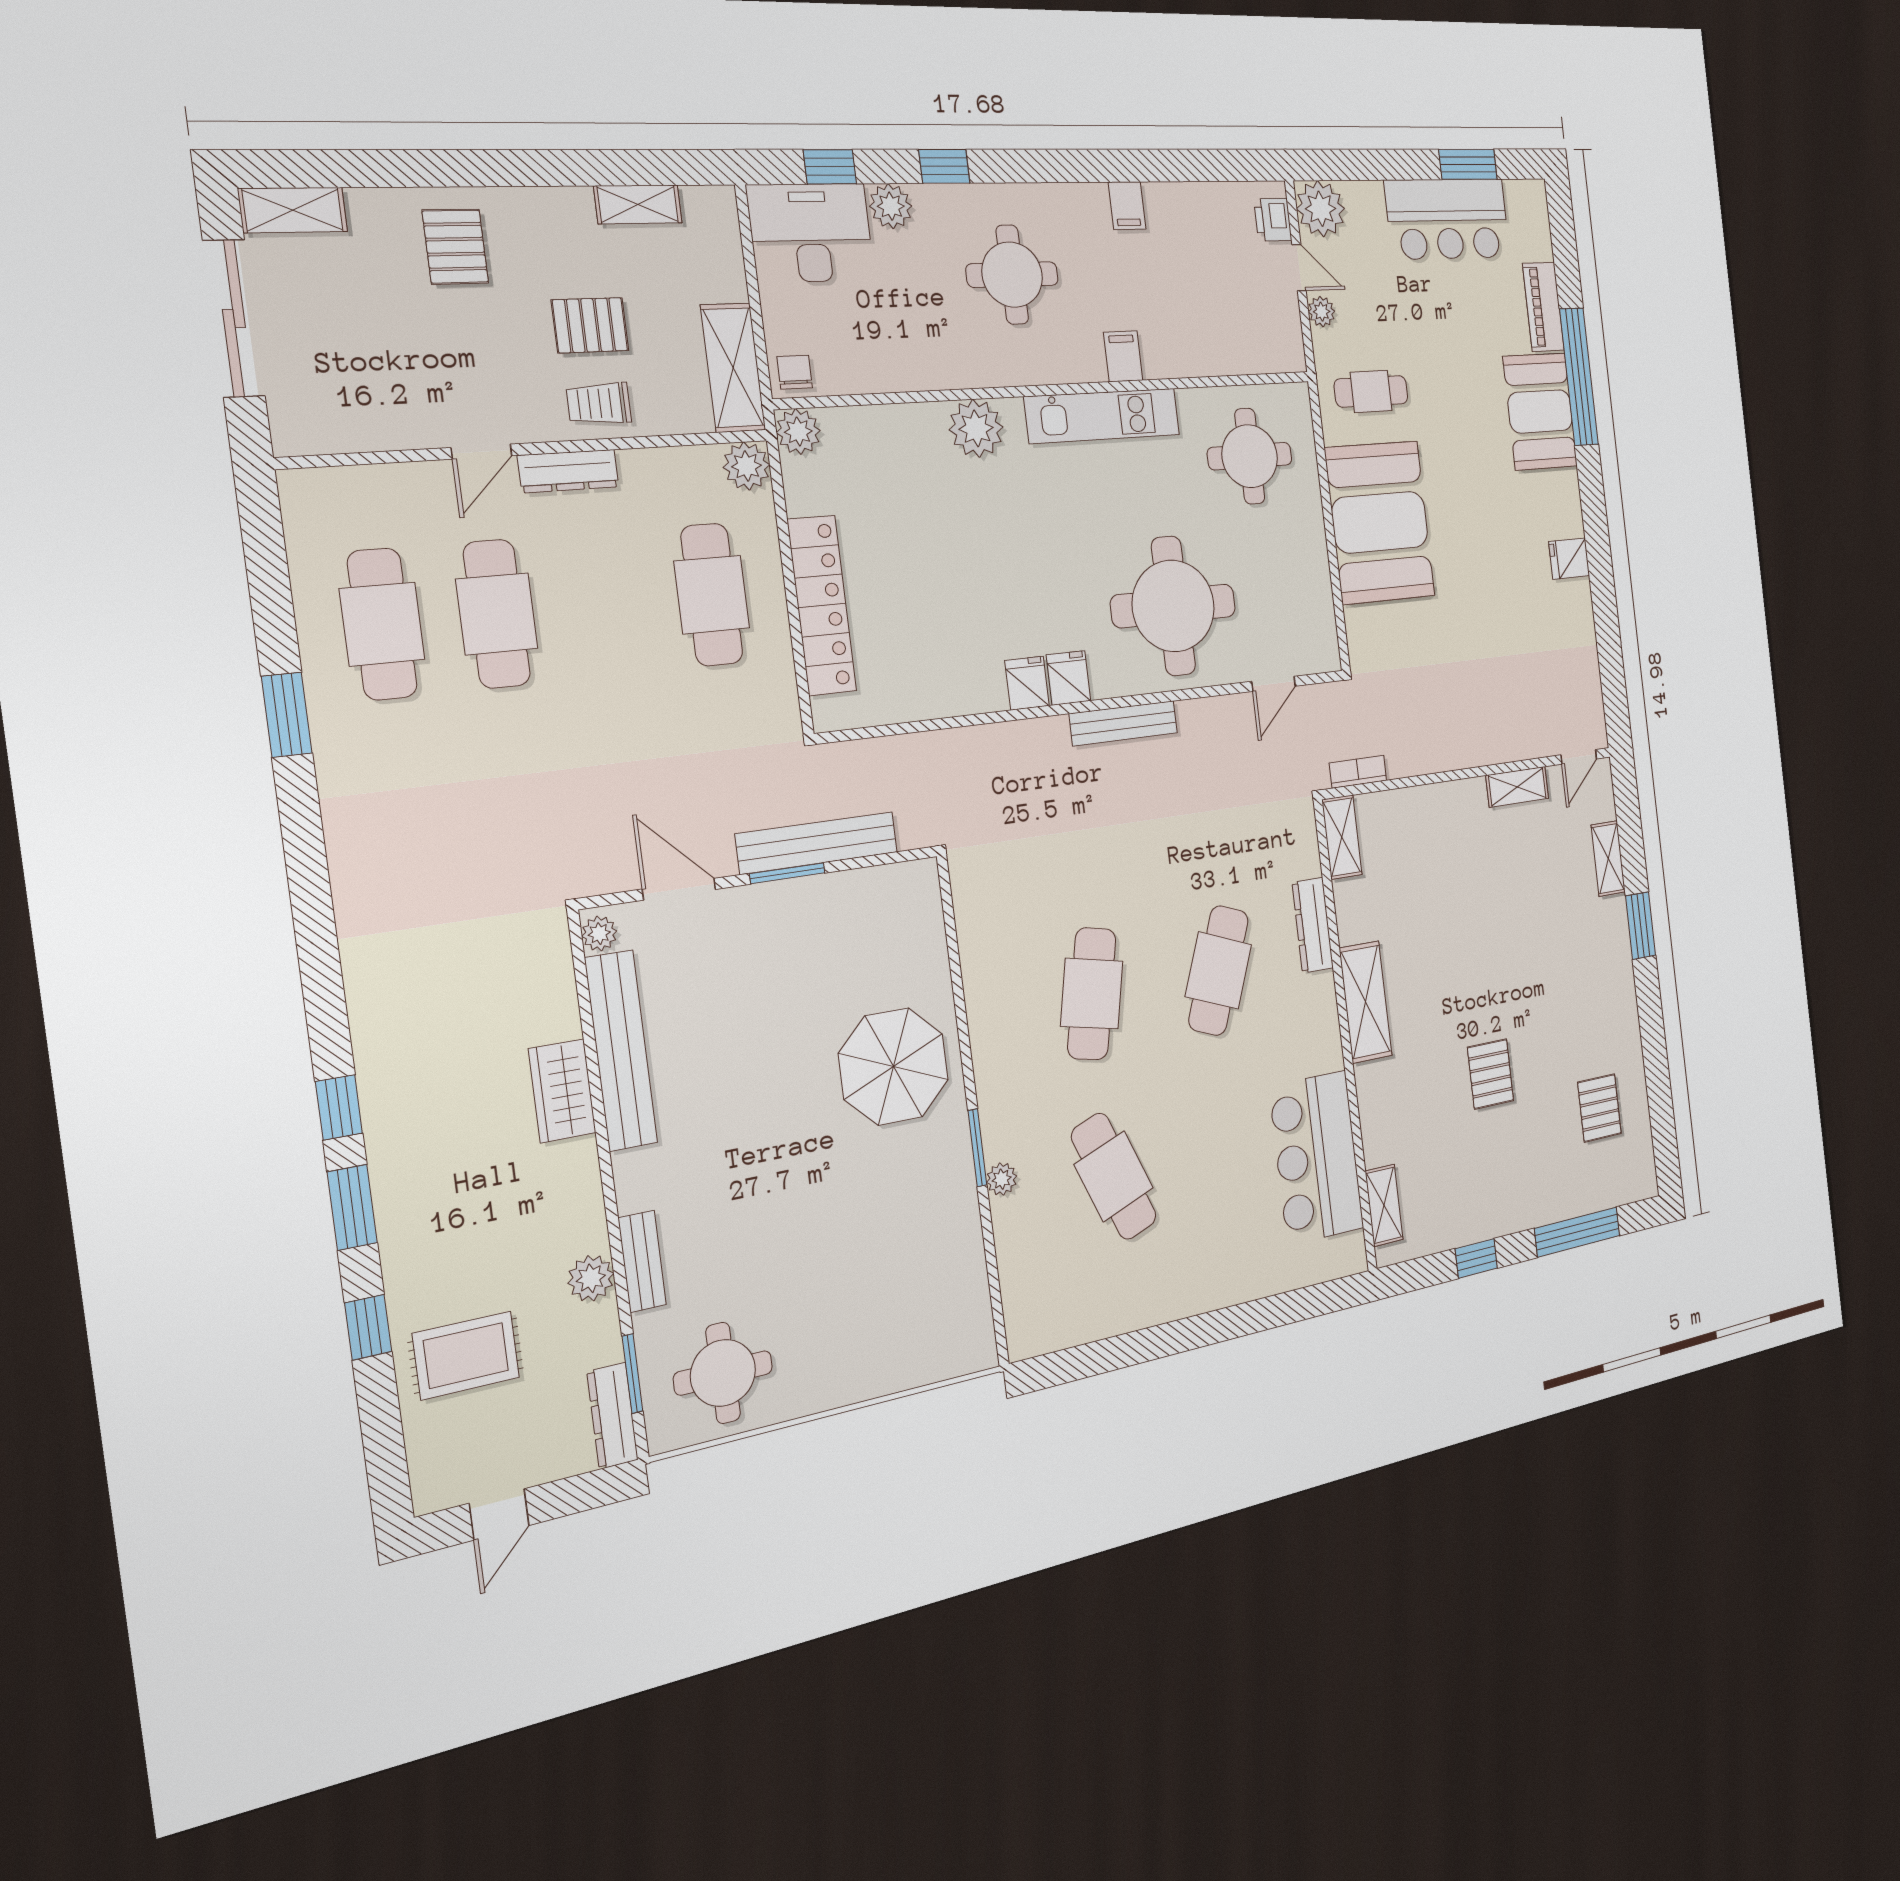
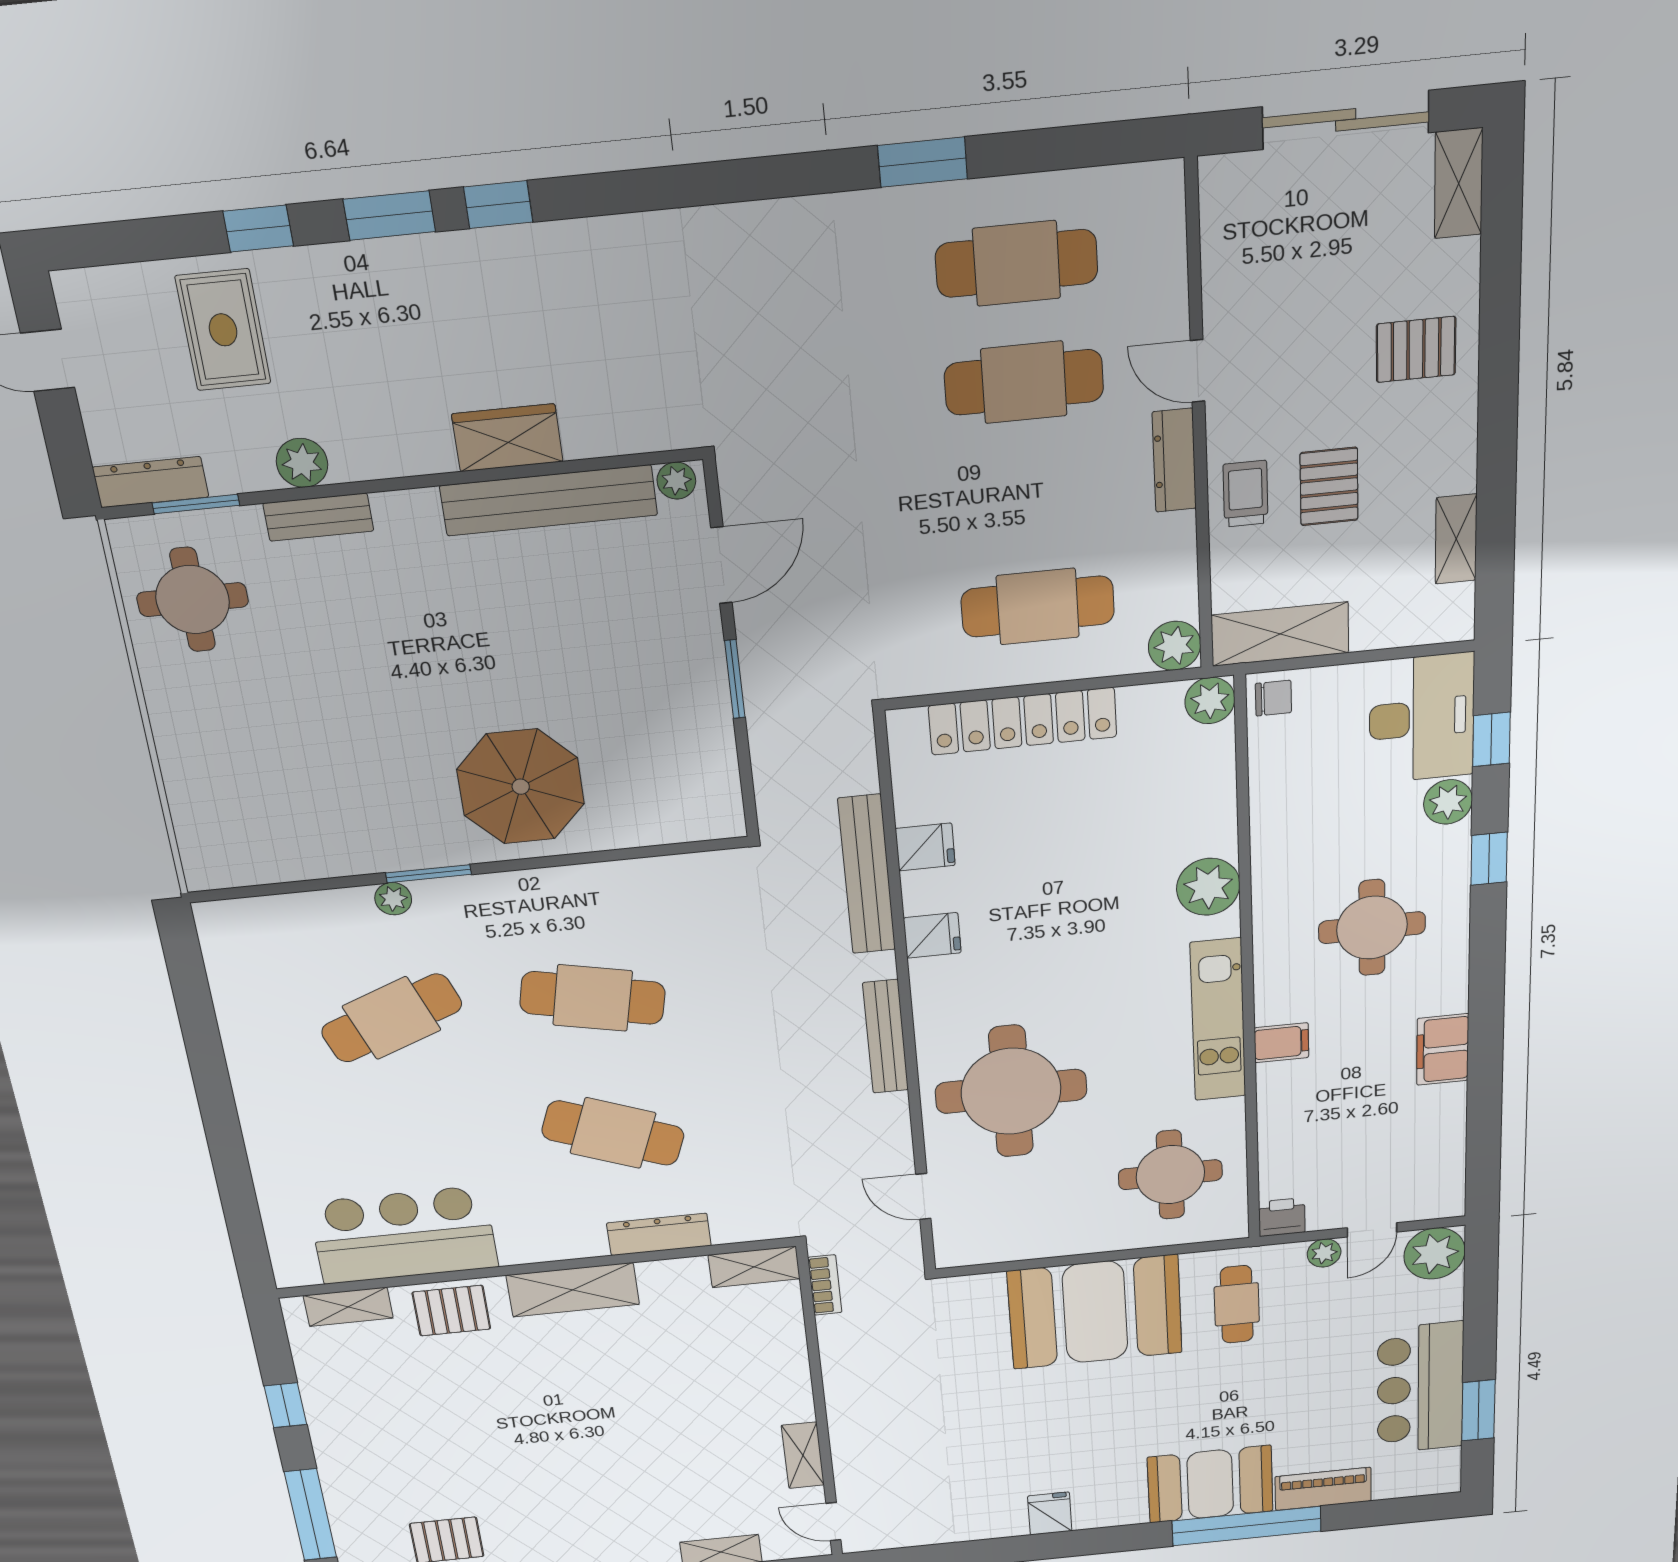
filing cabinet: (1127, 206) -> (1443, 1049), width x2.00
printer: (1273, 220) -> (1282, 1217), moved
fridge: (1068, 678) -> (925, 847), moved
bench: (817, 843) -> (867, 875), moved
pallet: (1490, 1074) -> (451, 1311), moved

